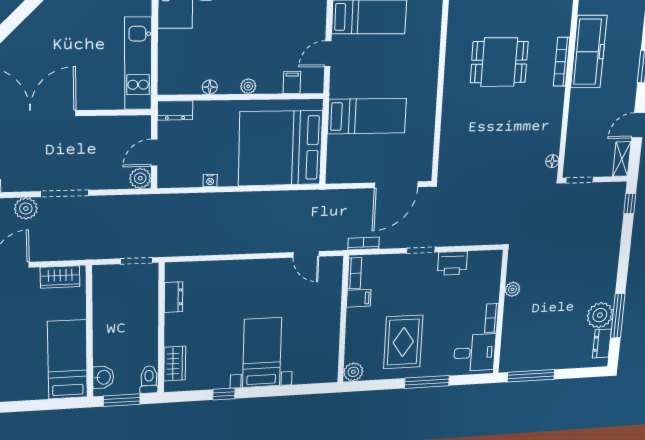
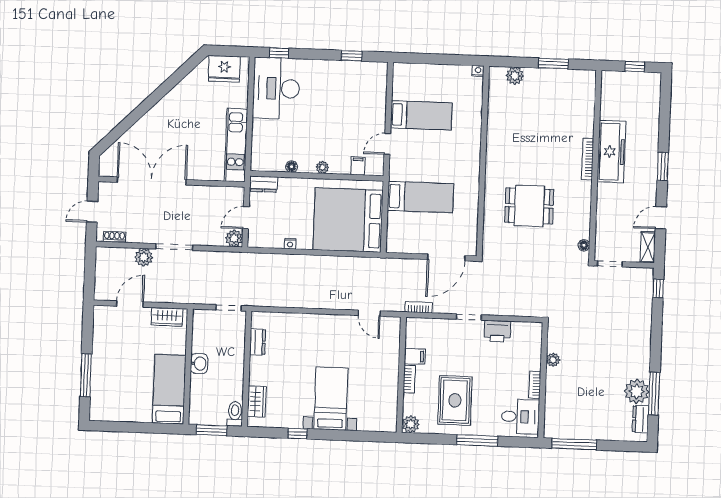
dining table: (499, 62) -> (529, 206), moved
bookcase: (354, 273) -> (409, 379), moved
washbasin: (103, 377) -> (199, 364), moved

